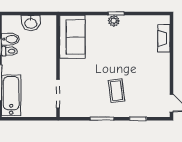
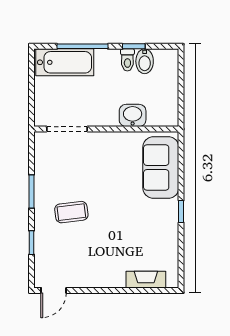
plant: (114, 21) -> (171, 208), removed
washbasin: (31, 23) -> (133, 115), moved, turned 90
sofa: (72, 37) -> (161, 168), moved, turned 90

